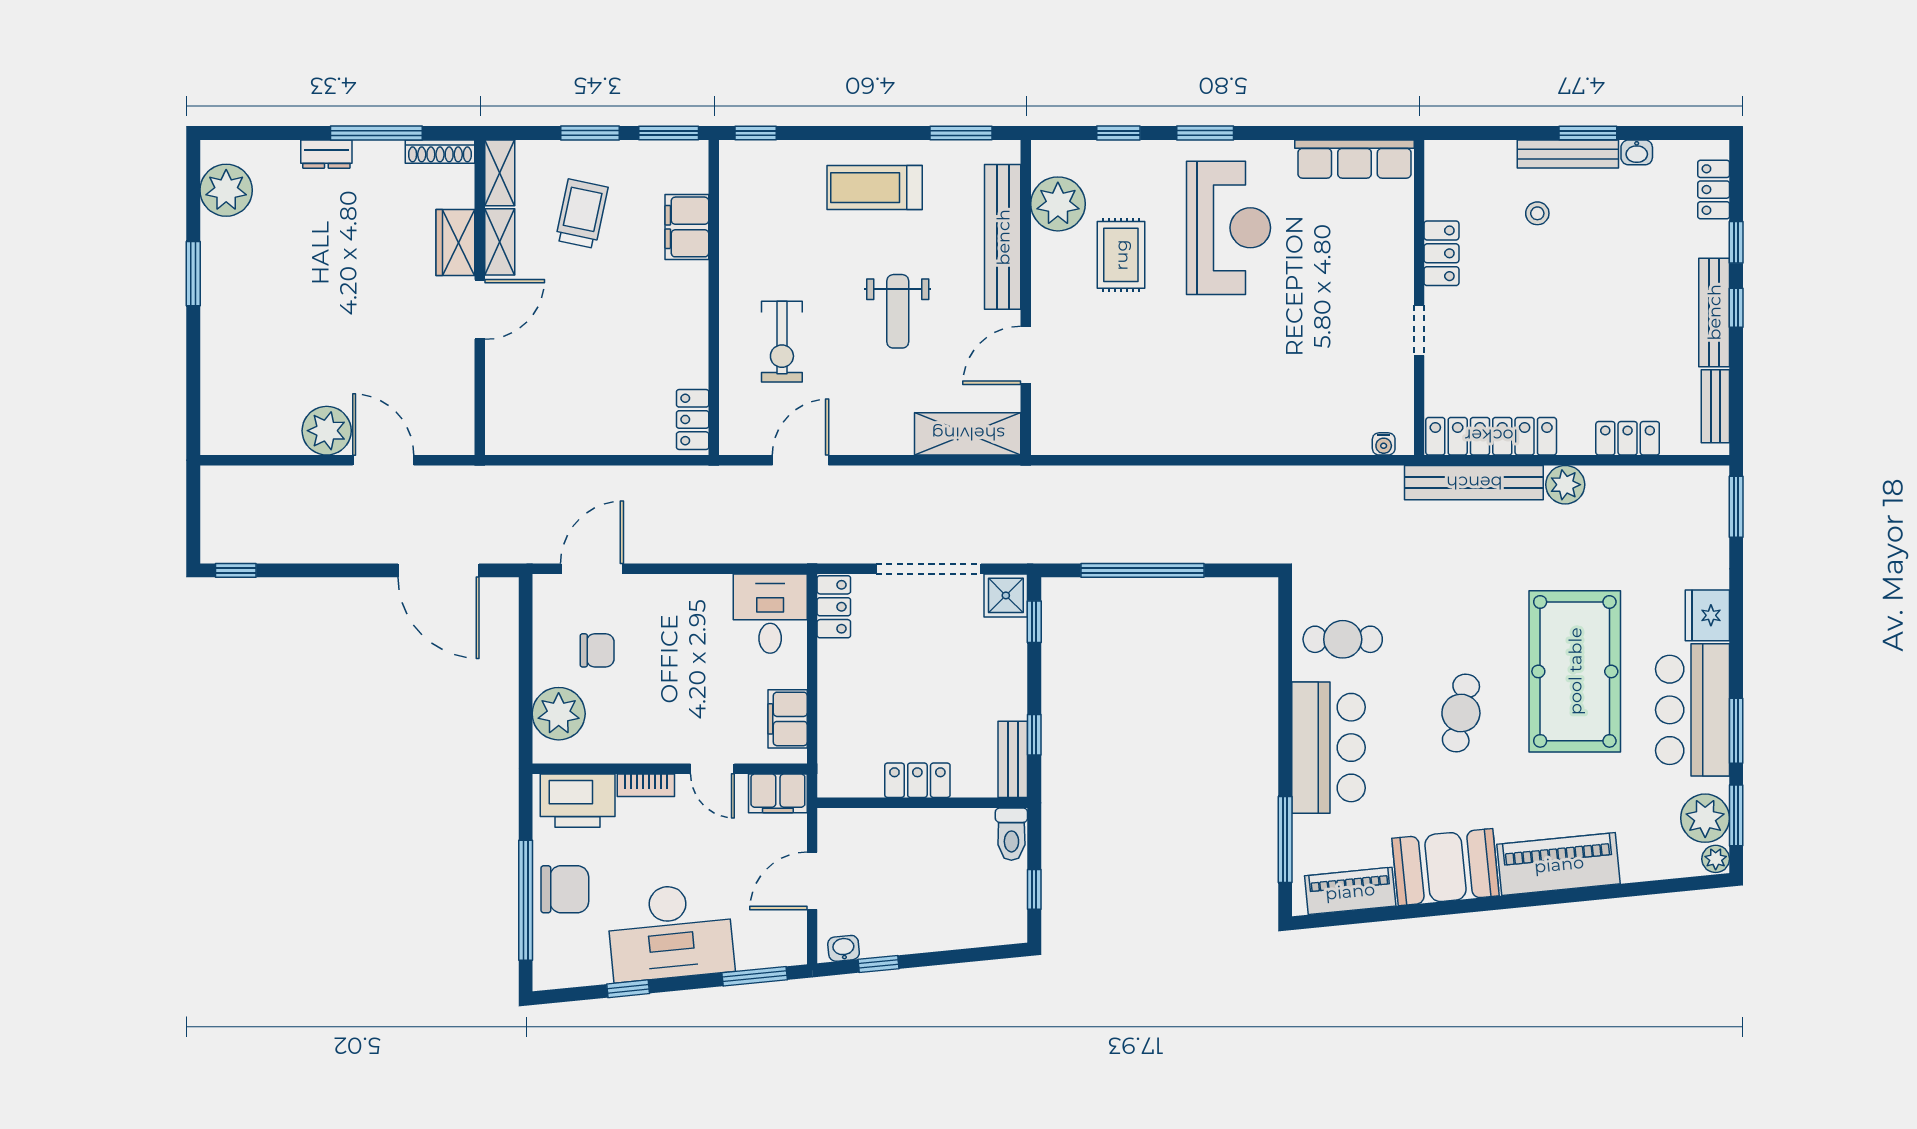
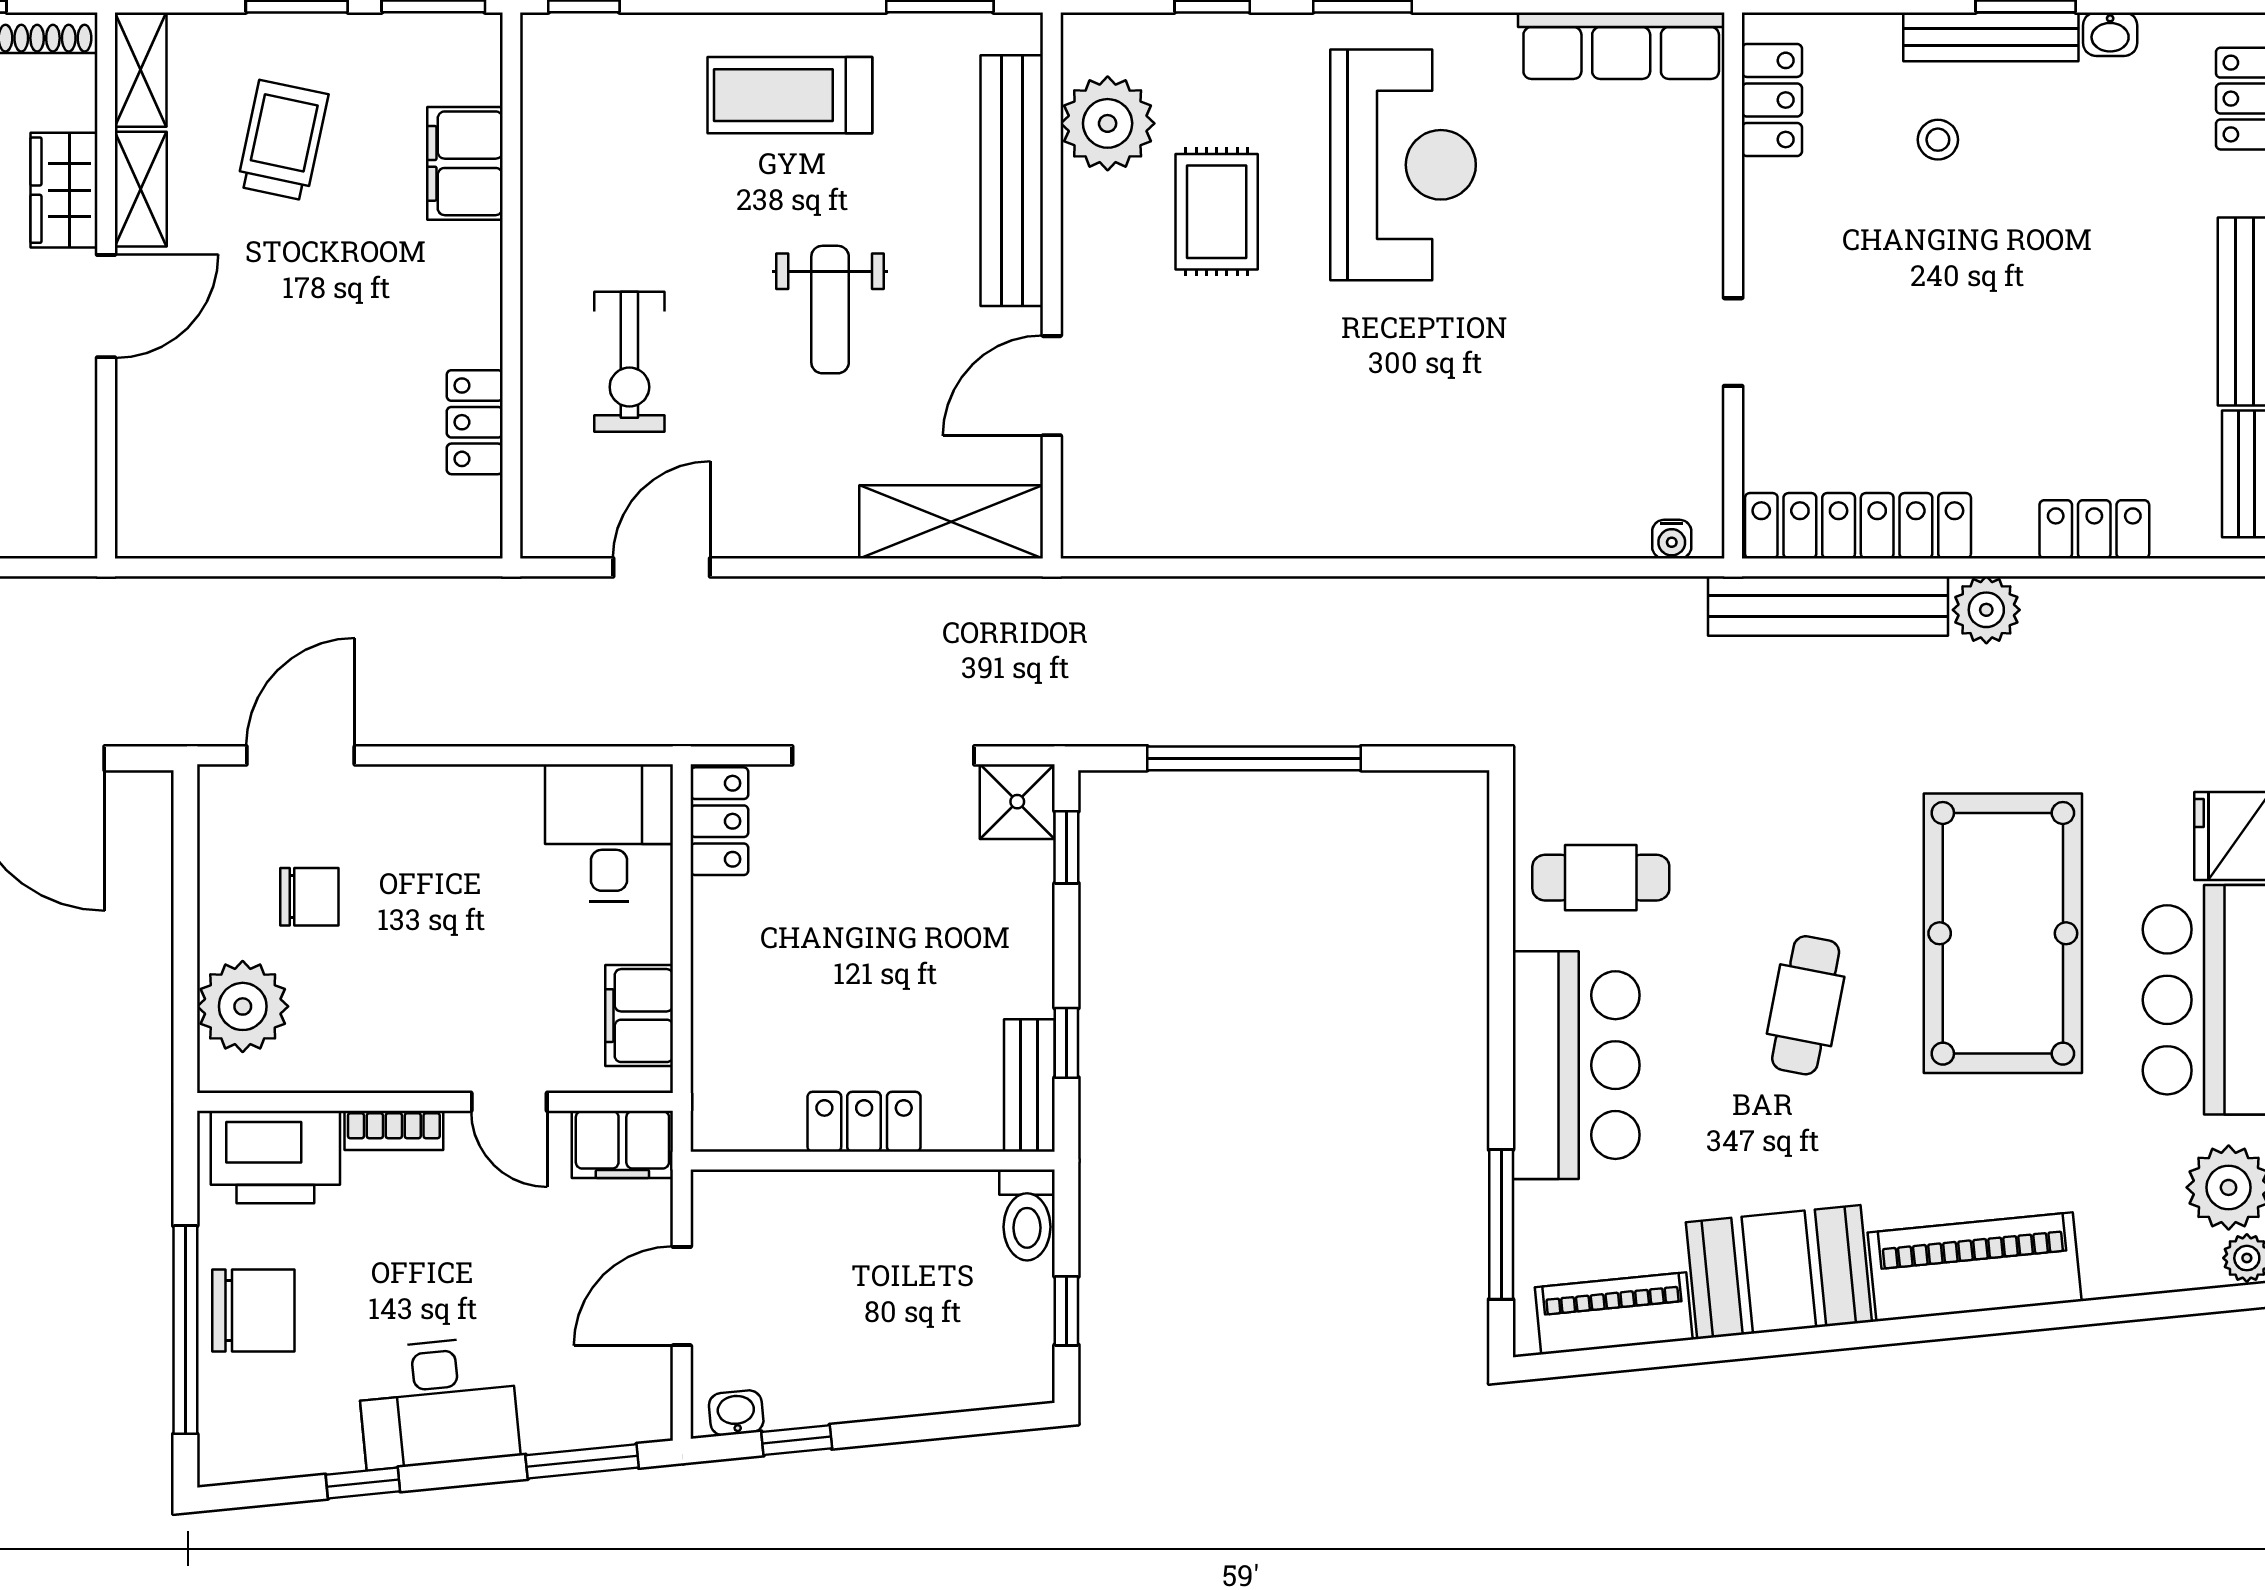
locker: (1441, 253) -> (1772, 100), moved
locker: (693, 419) -> (475, 422), moved
desk: (670, 932) -> (438, 1403), width x0.73, depth x0.77

